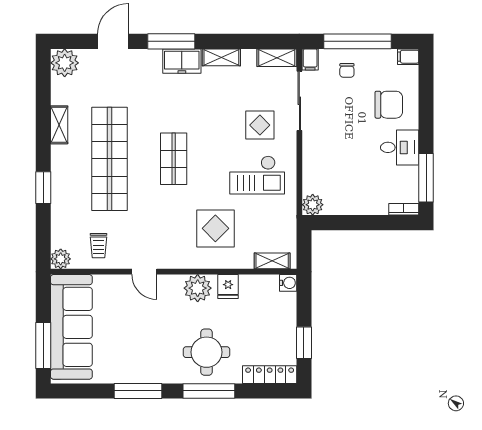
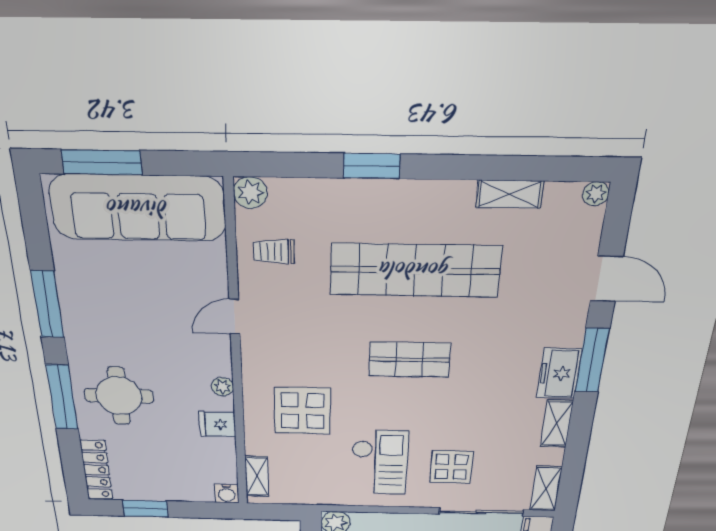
plant: (65, 63) -> (596, 194), width x0.53, depth x0.53
shelving: (59, 125) -> (510, 194), moved
checkout: (257, 175) -> (380, 462), turned 180
plant: (198, 288) -> (223, 387), width x0.53, depth x0.53

